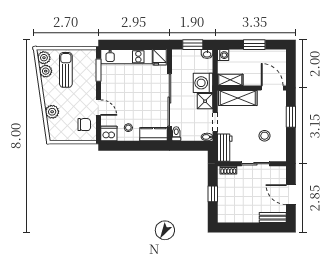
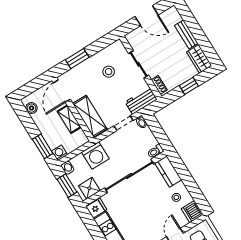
window: (254, 45) -> (43, 146), moved
boiler: (274, 55) -> (32, 108), added
shelving: (230, 80) -> (69, 119), moved
shower: (205, 101) -> (89, 188), moved
door: (291, 195) -> (147, 16), hinge flipped
wardrobe: (230, 216) -> (199, 59), added
bench: (273, 218) -> (186, 34), moved

